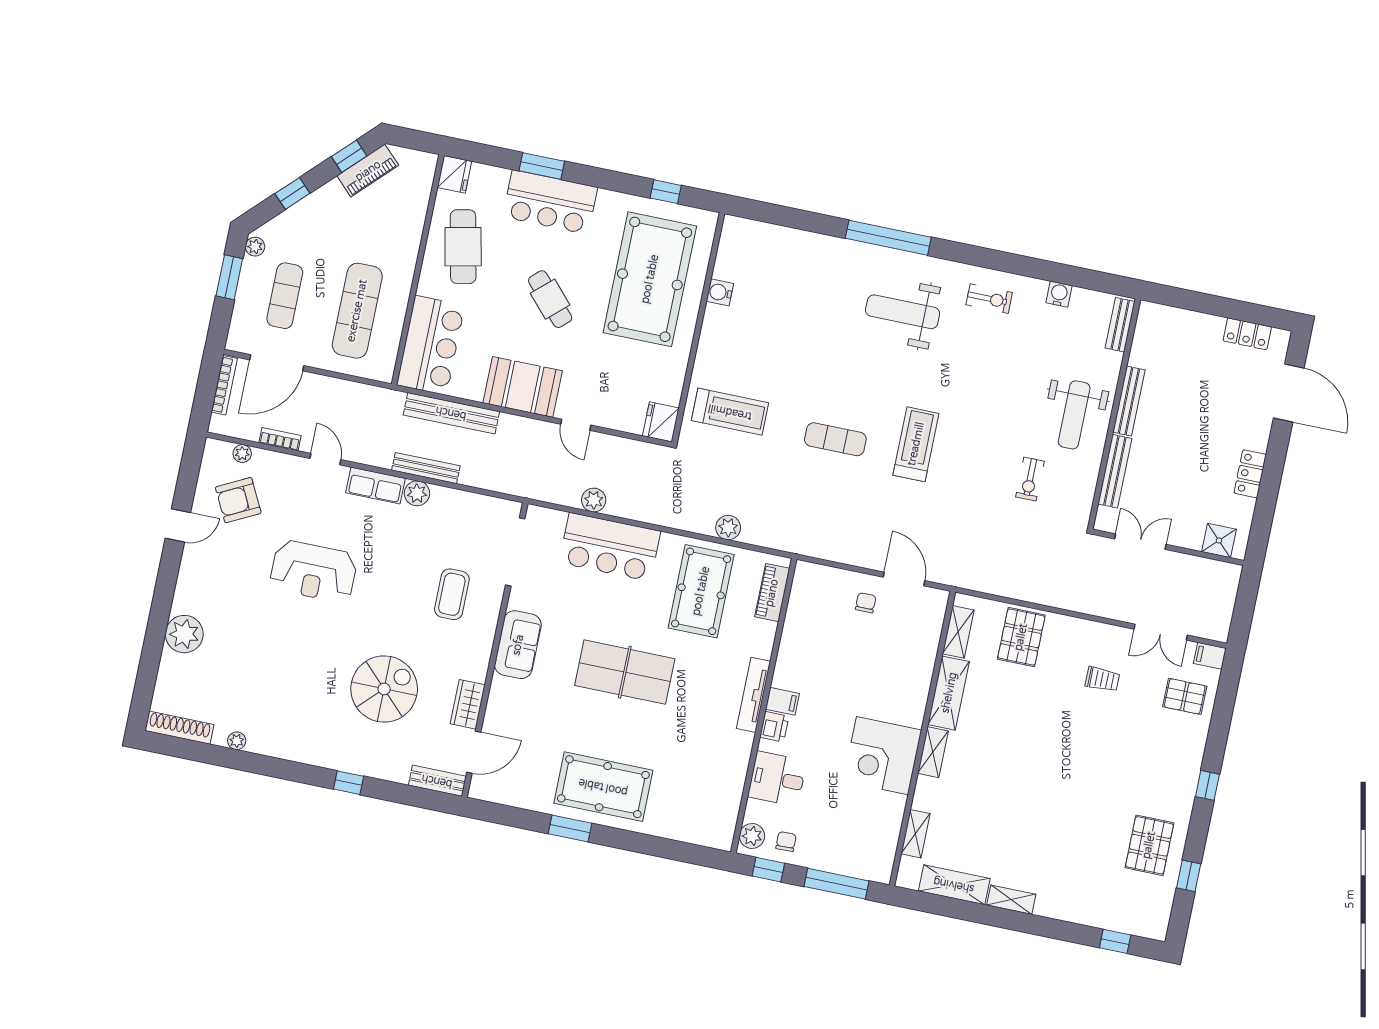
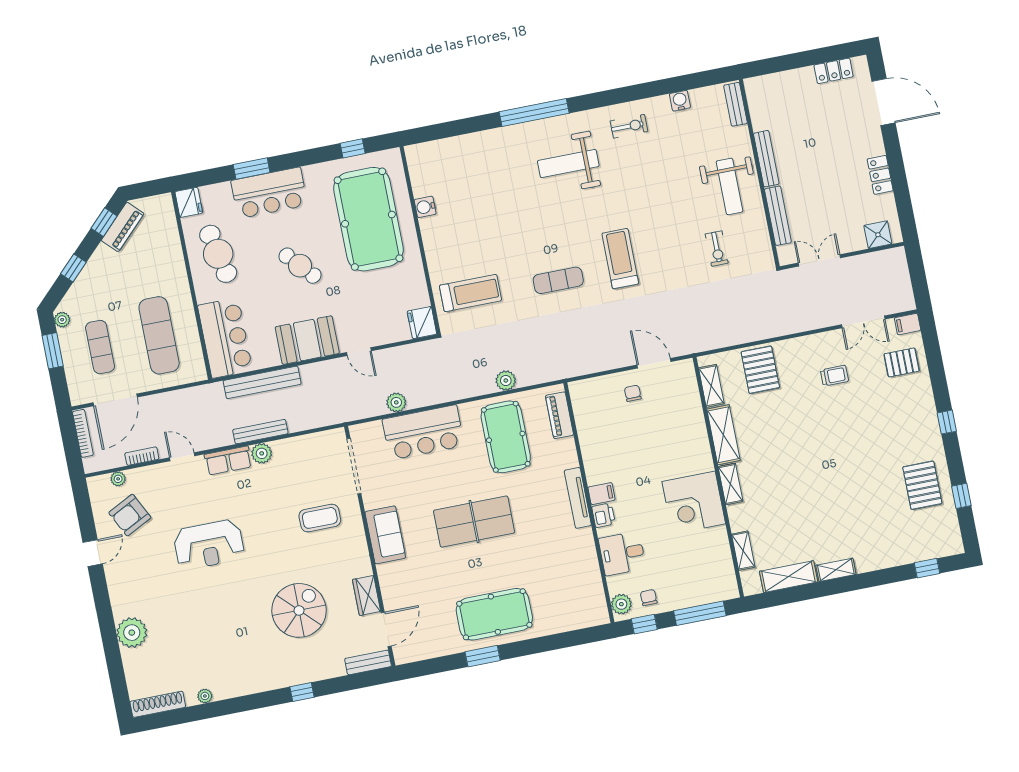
coffee table: (452, 594) -> (320, 518), turned 90

